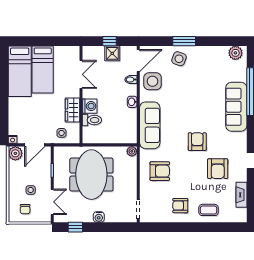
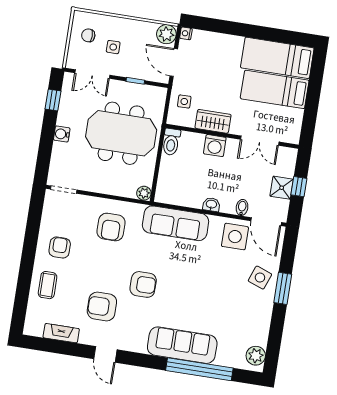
toilet: (92, 120) -> (171, 142), moved

